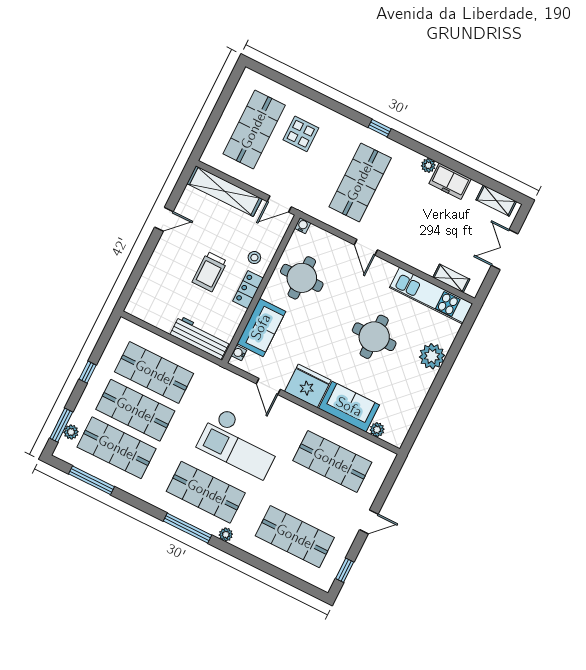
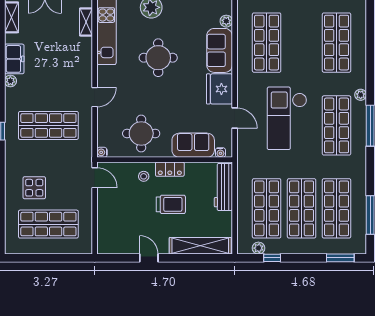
shelving: (224, 191) -> (200, 246), moved, turned 90
window: (88, 372) -> (272, 258), moved
door: (268, 387) -> (235, 118), hinge flipped
plant: (71, 432) -> (258, 248), moved
checkout: (240, 443) -> (287, 118), turned 180

